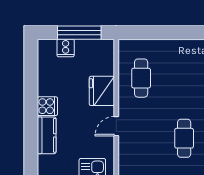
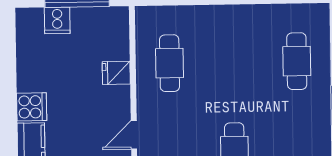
fridge: (102, 91) -> (116, 73), width x0.53, depth x0.75

